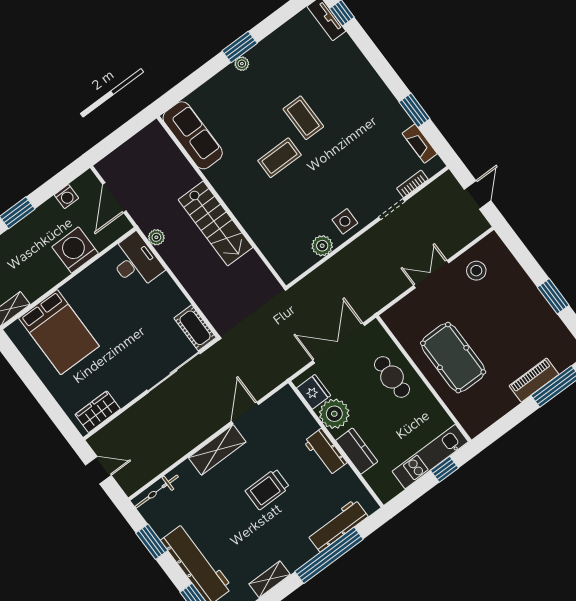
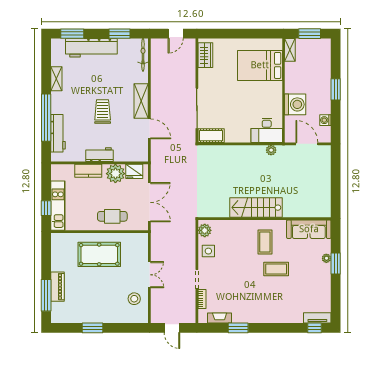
sofa: (193, 135) -> (309, 229), moved
wall: (221, 202) -> (265, 219), moved
stairs: (215, 223) -> (256, 208), moved

